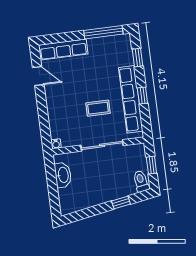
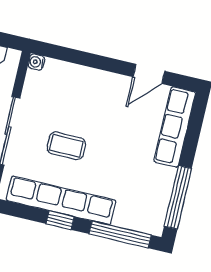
window: (138, 58) -> (120, 234), width x2.17
coffee table: (98, 108) -> (66, 146), turned 90

